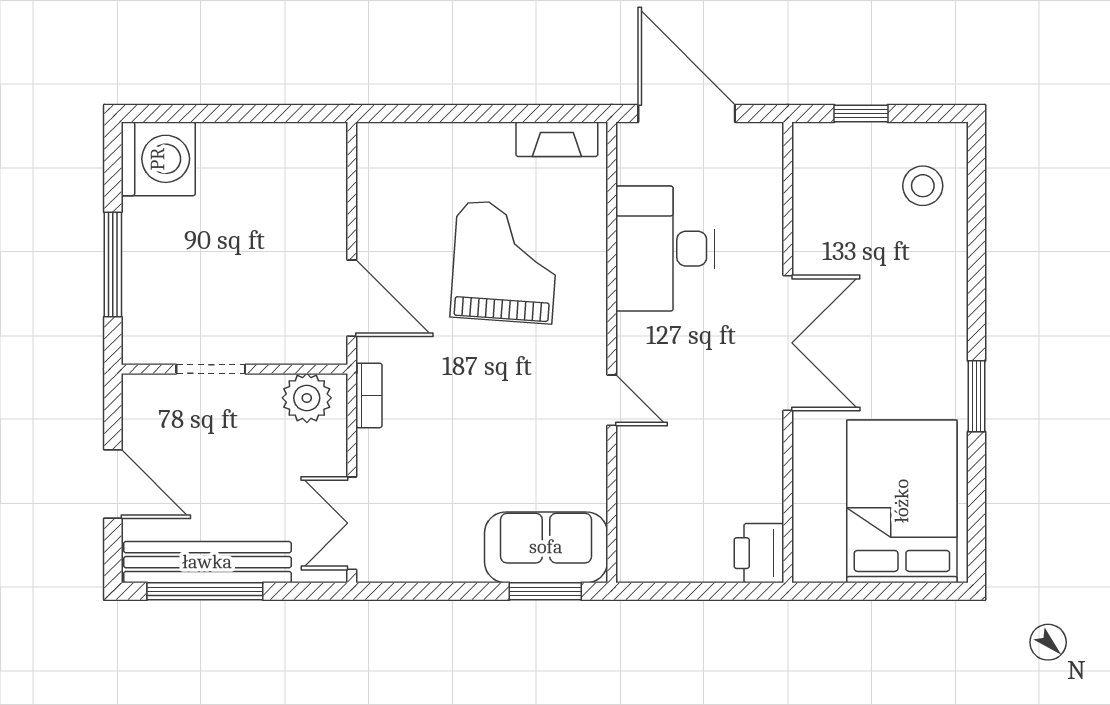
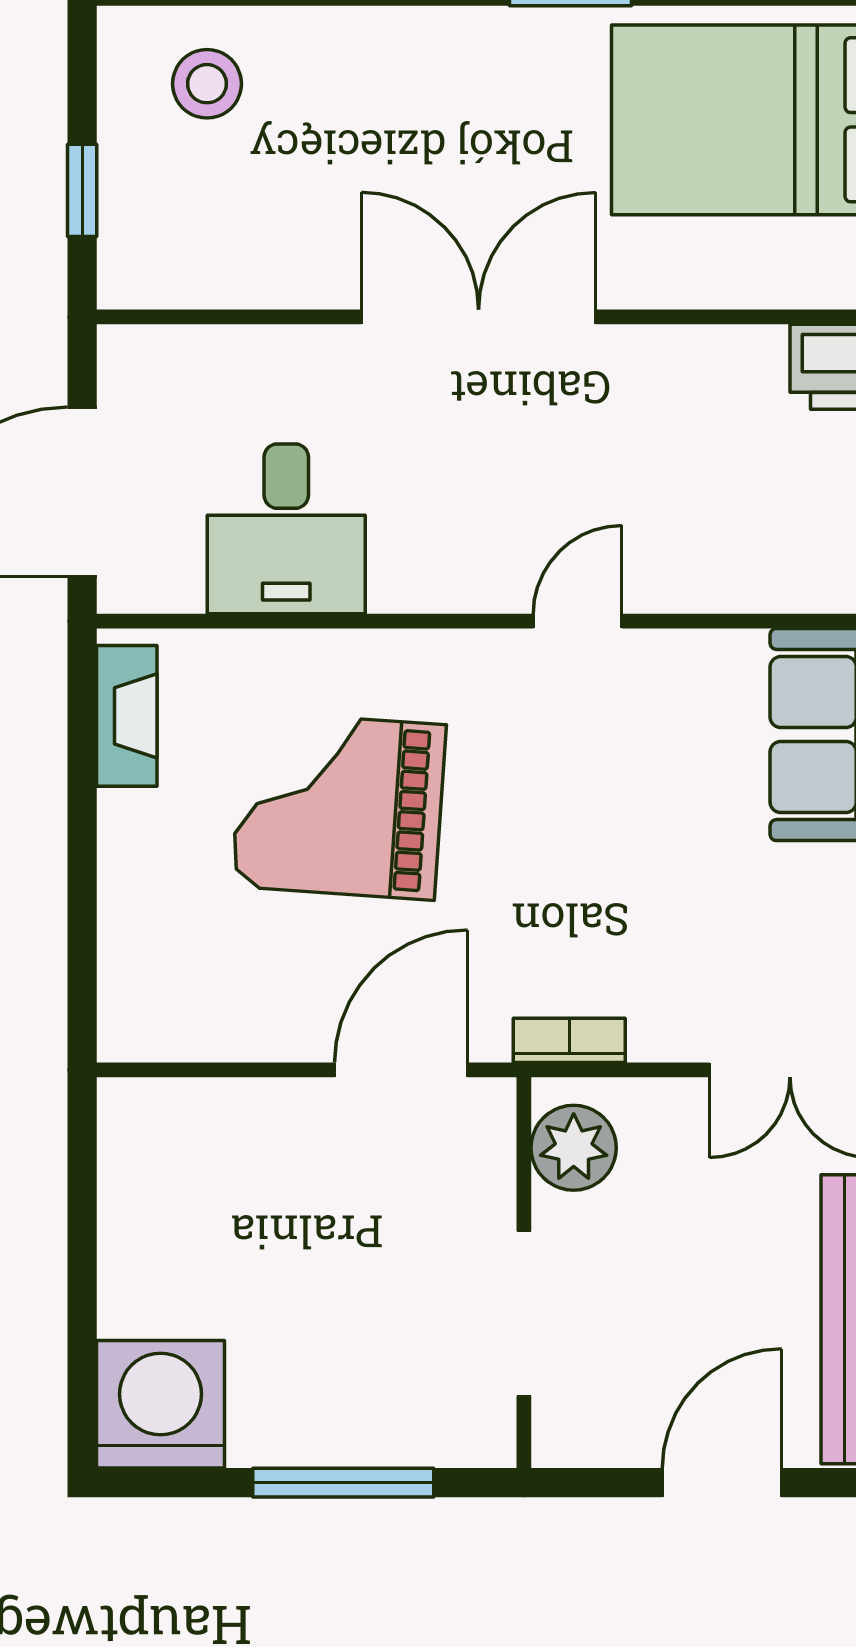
desk: (665, 249) -> (286, 529), width x0.73
doorway: (211, 369) -> (524, 1313), width x1.38

